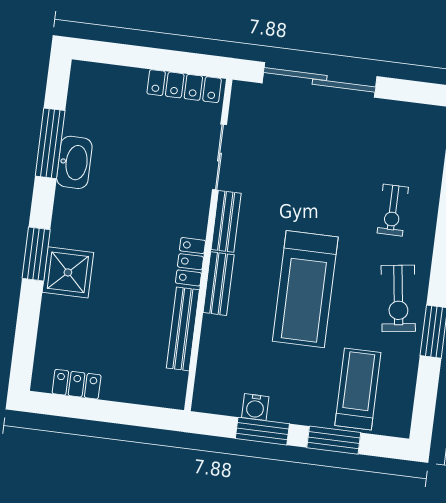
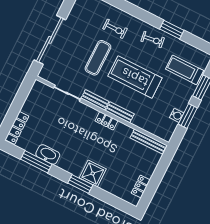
locker: (184, 86) -> (17, 128), moved
exercise mat: (318, 196) -> (98, 58), added
treadmill: (305, 289) -> (135, 77), turned 180
exercise bike: (398, 298) -> (153, 40), width x0.73, depth x0.72
bench: (183, 329) -> (148, 142), moved

